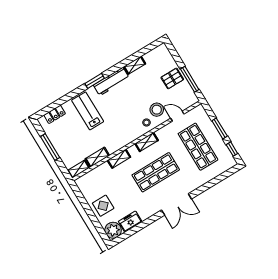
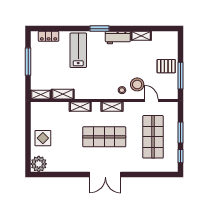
workbench: (111, 82) -> (118, 38), width x0.73
freezer: (130, 222) -> (58, 165), removed

